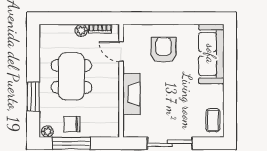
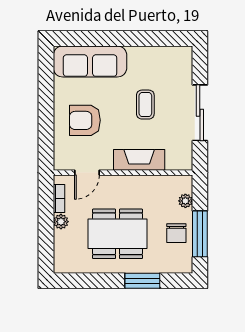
coffee table: (213, 120) -> (145, 105), moved, turned 90
plant: (47, 132) -> (185, 201), moved

